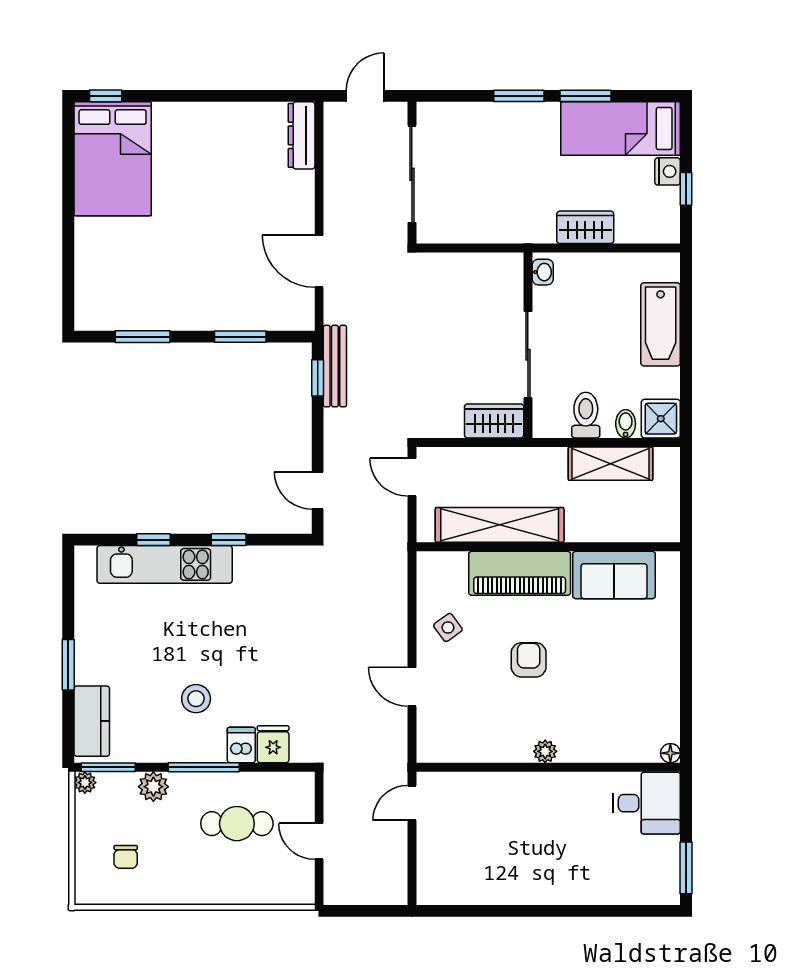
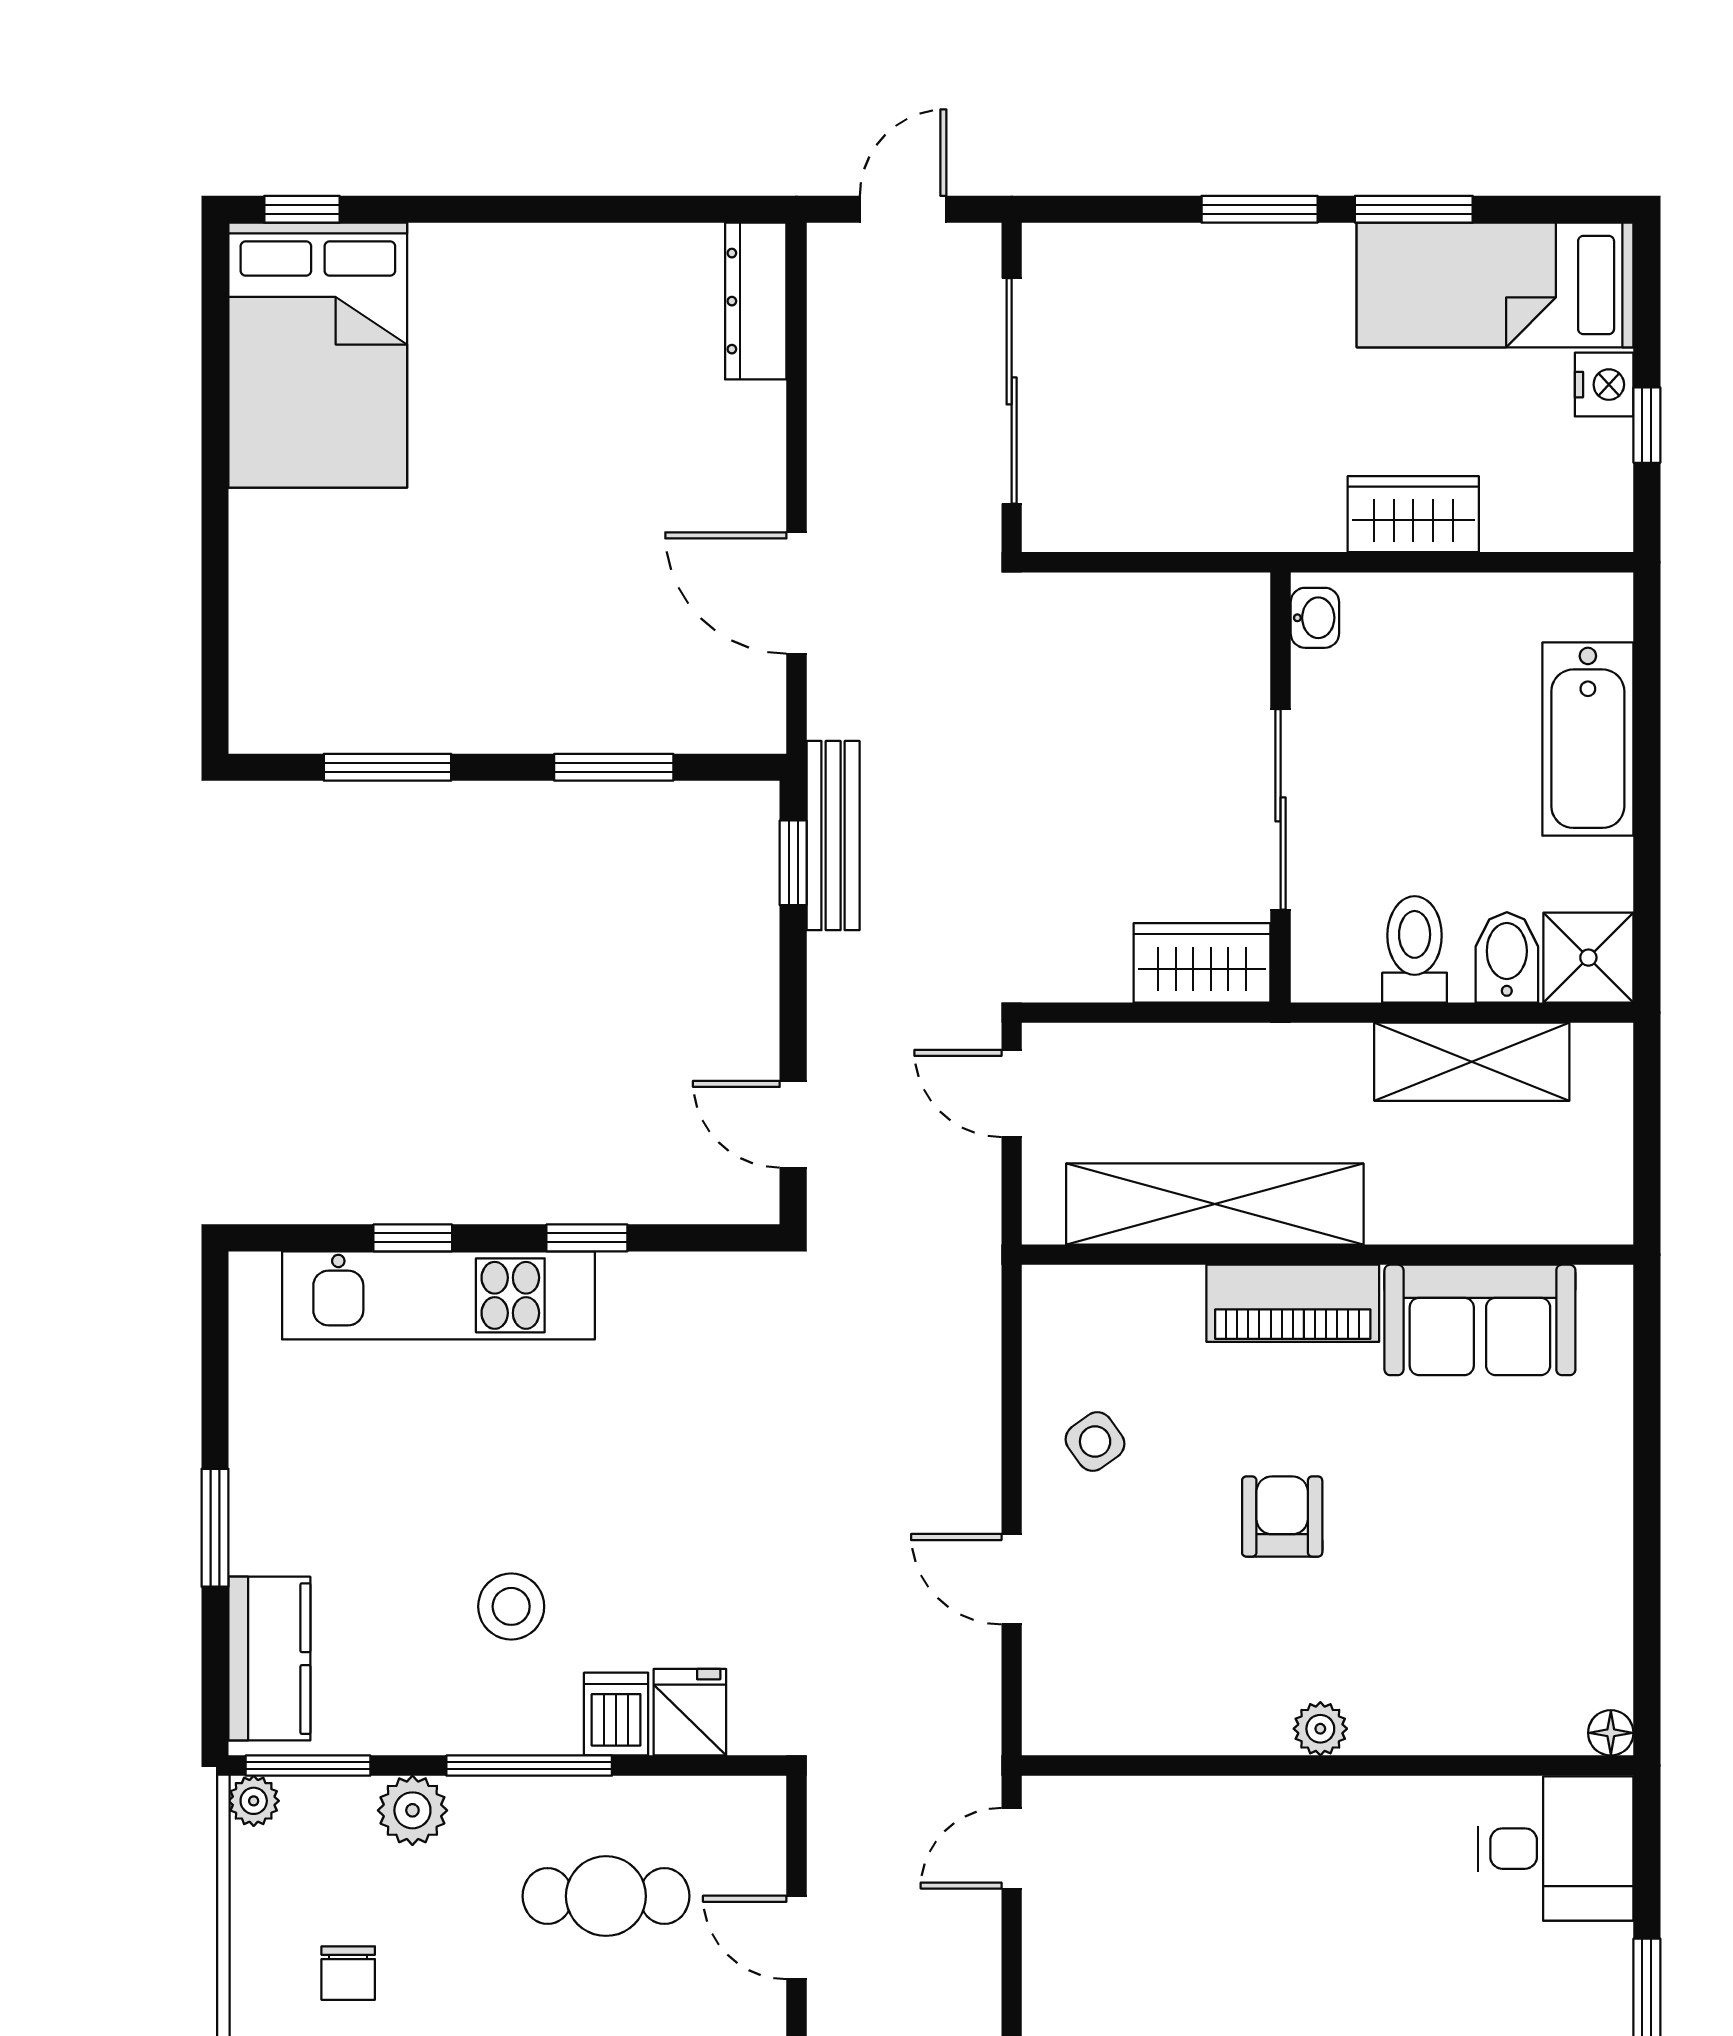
bidet: (626, 424) -> (1507, 957), width x1.38, depth x1.36
piano: (520, 573) -> (1293, 1303), width x0.73, depth x0.75

